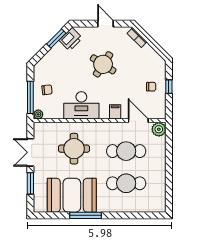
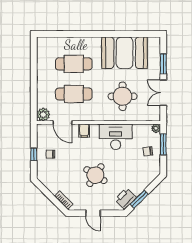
window: (30, 97) -> (163, 144), width x0.69
double door: (30, 152) -> (163, 93), swing flipped
window: (86, 215) -> (112, 34), removed

